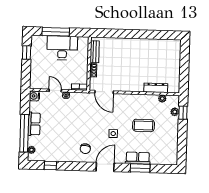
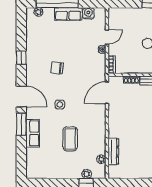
water cooler: (34, 96) -> (88, 13), moved
chair: (85, 149) -> (57, 68), moved
window: (50, 165) -> (21, 58), moved
window: (140, 168) -> (21, 124), moved

